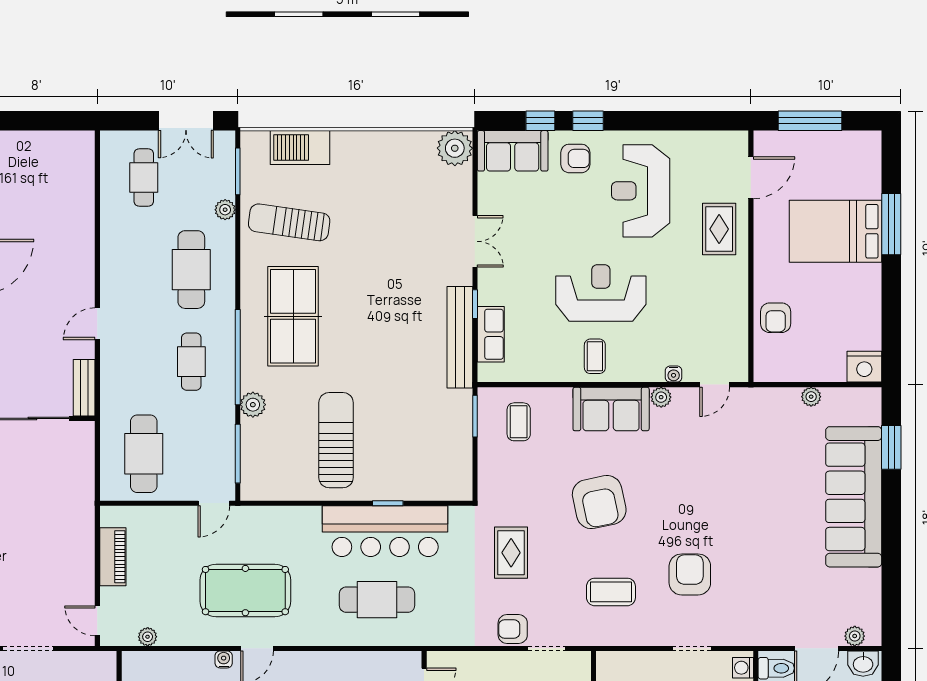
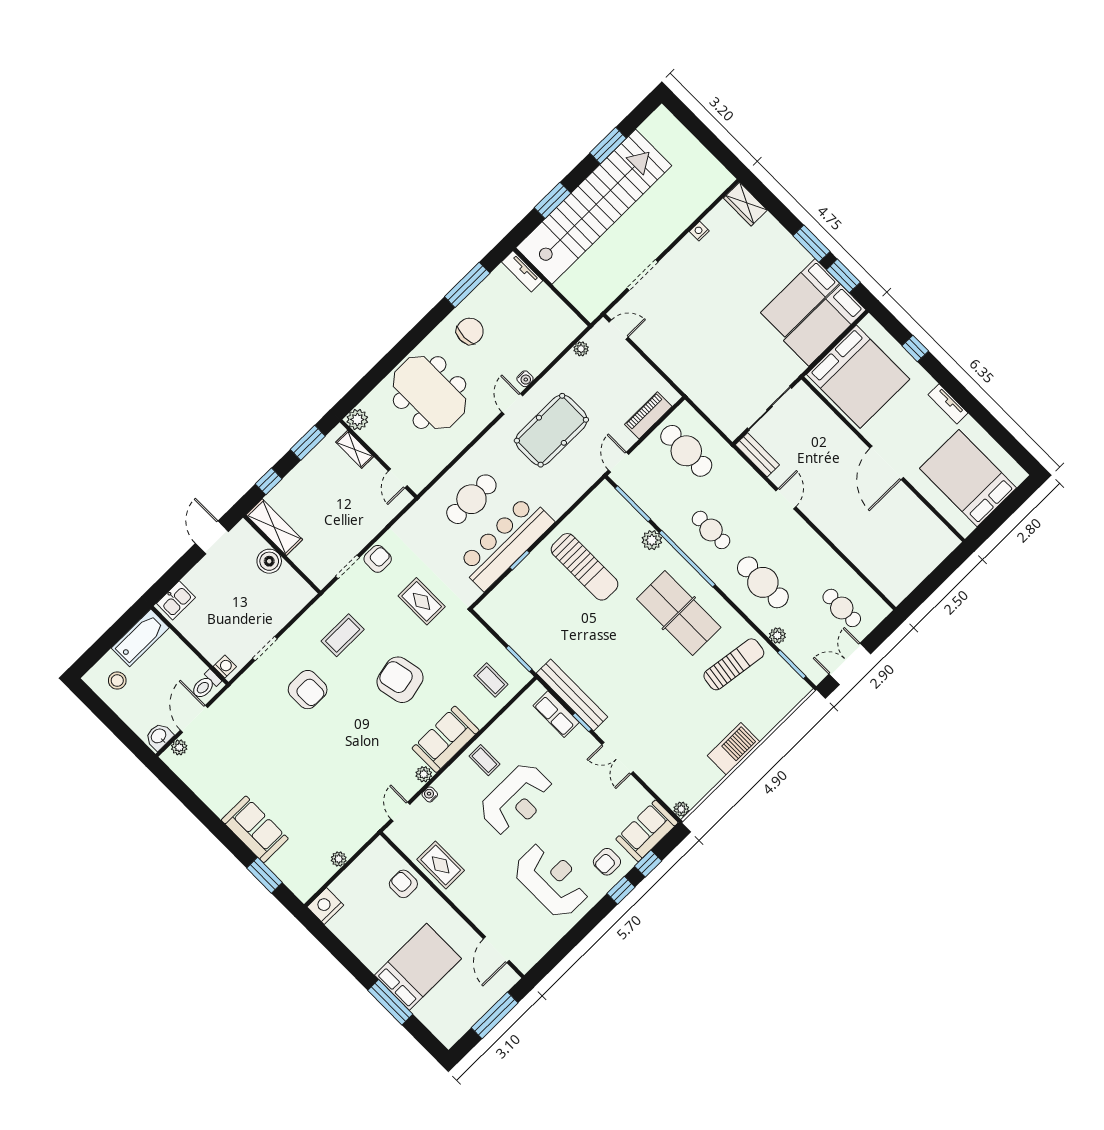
barbecue: (300, 148) -> (734, 749), moved
plant: (455, 148) -> (681, 809), width x0.53, depth x0.53
rug: (719, 229) -> (441, 865), moved
sofa: (854, 497) -> (255, 829), width x0.54, depth x0.79
piano: (113, 557) -> (648, 415), moved, turned 90

